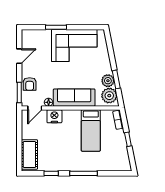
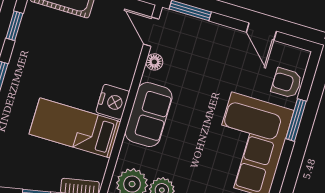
armchair: (30, 84) -> (286, 83), moved
sofa: (74, 98) -> (149, 115), width x0.73
nightstand: (54, 116) -> (113, 102), moved

